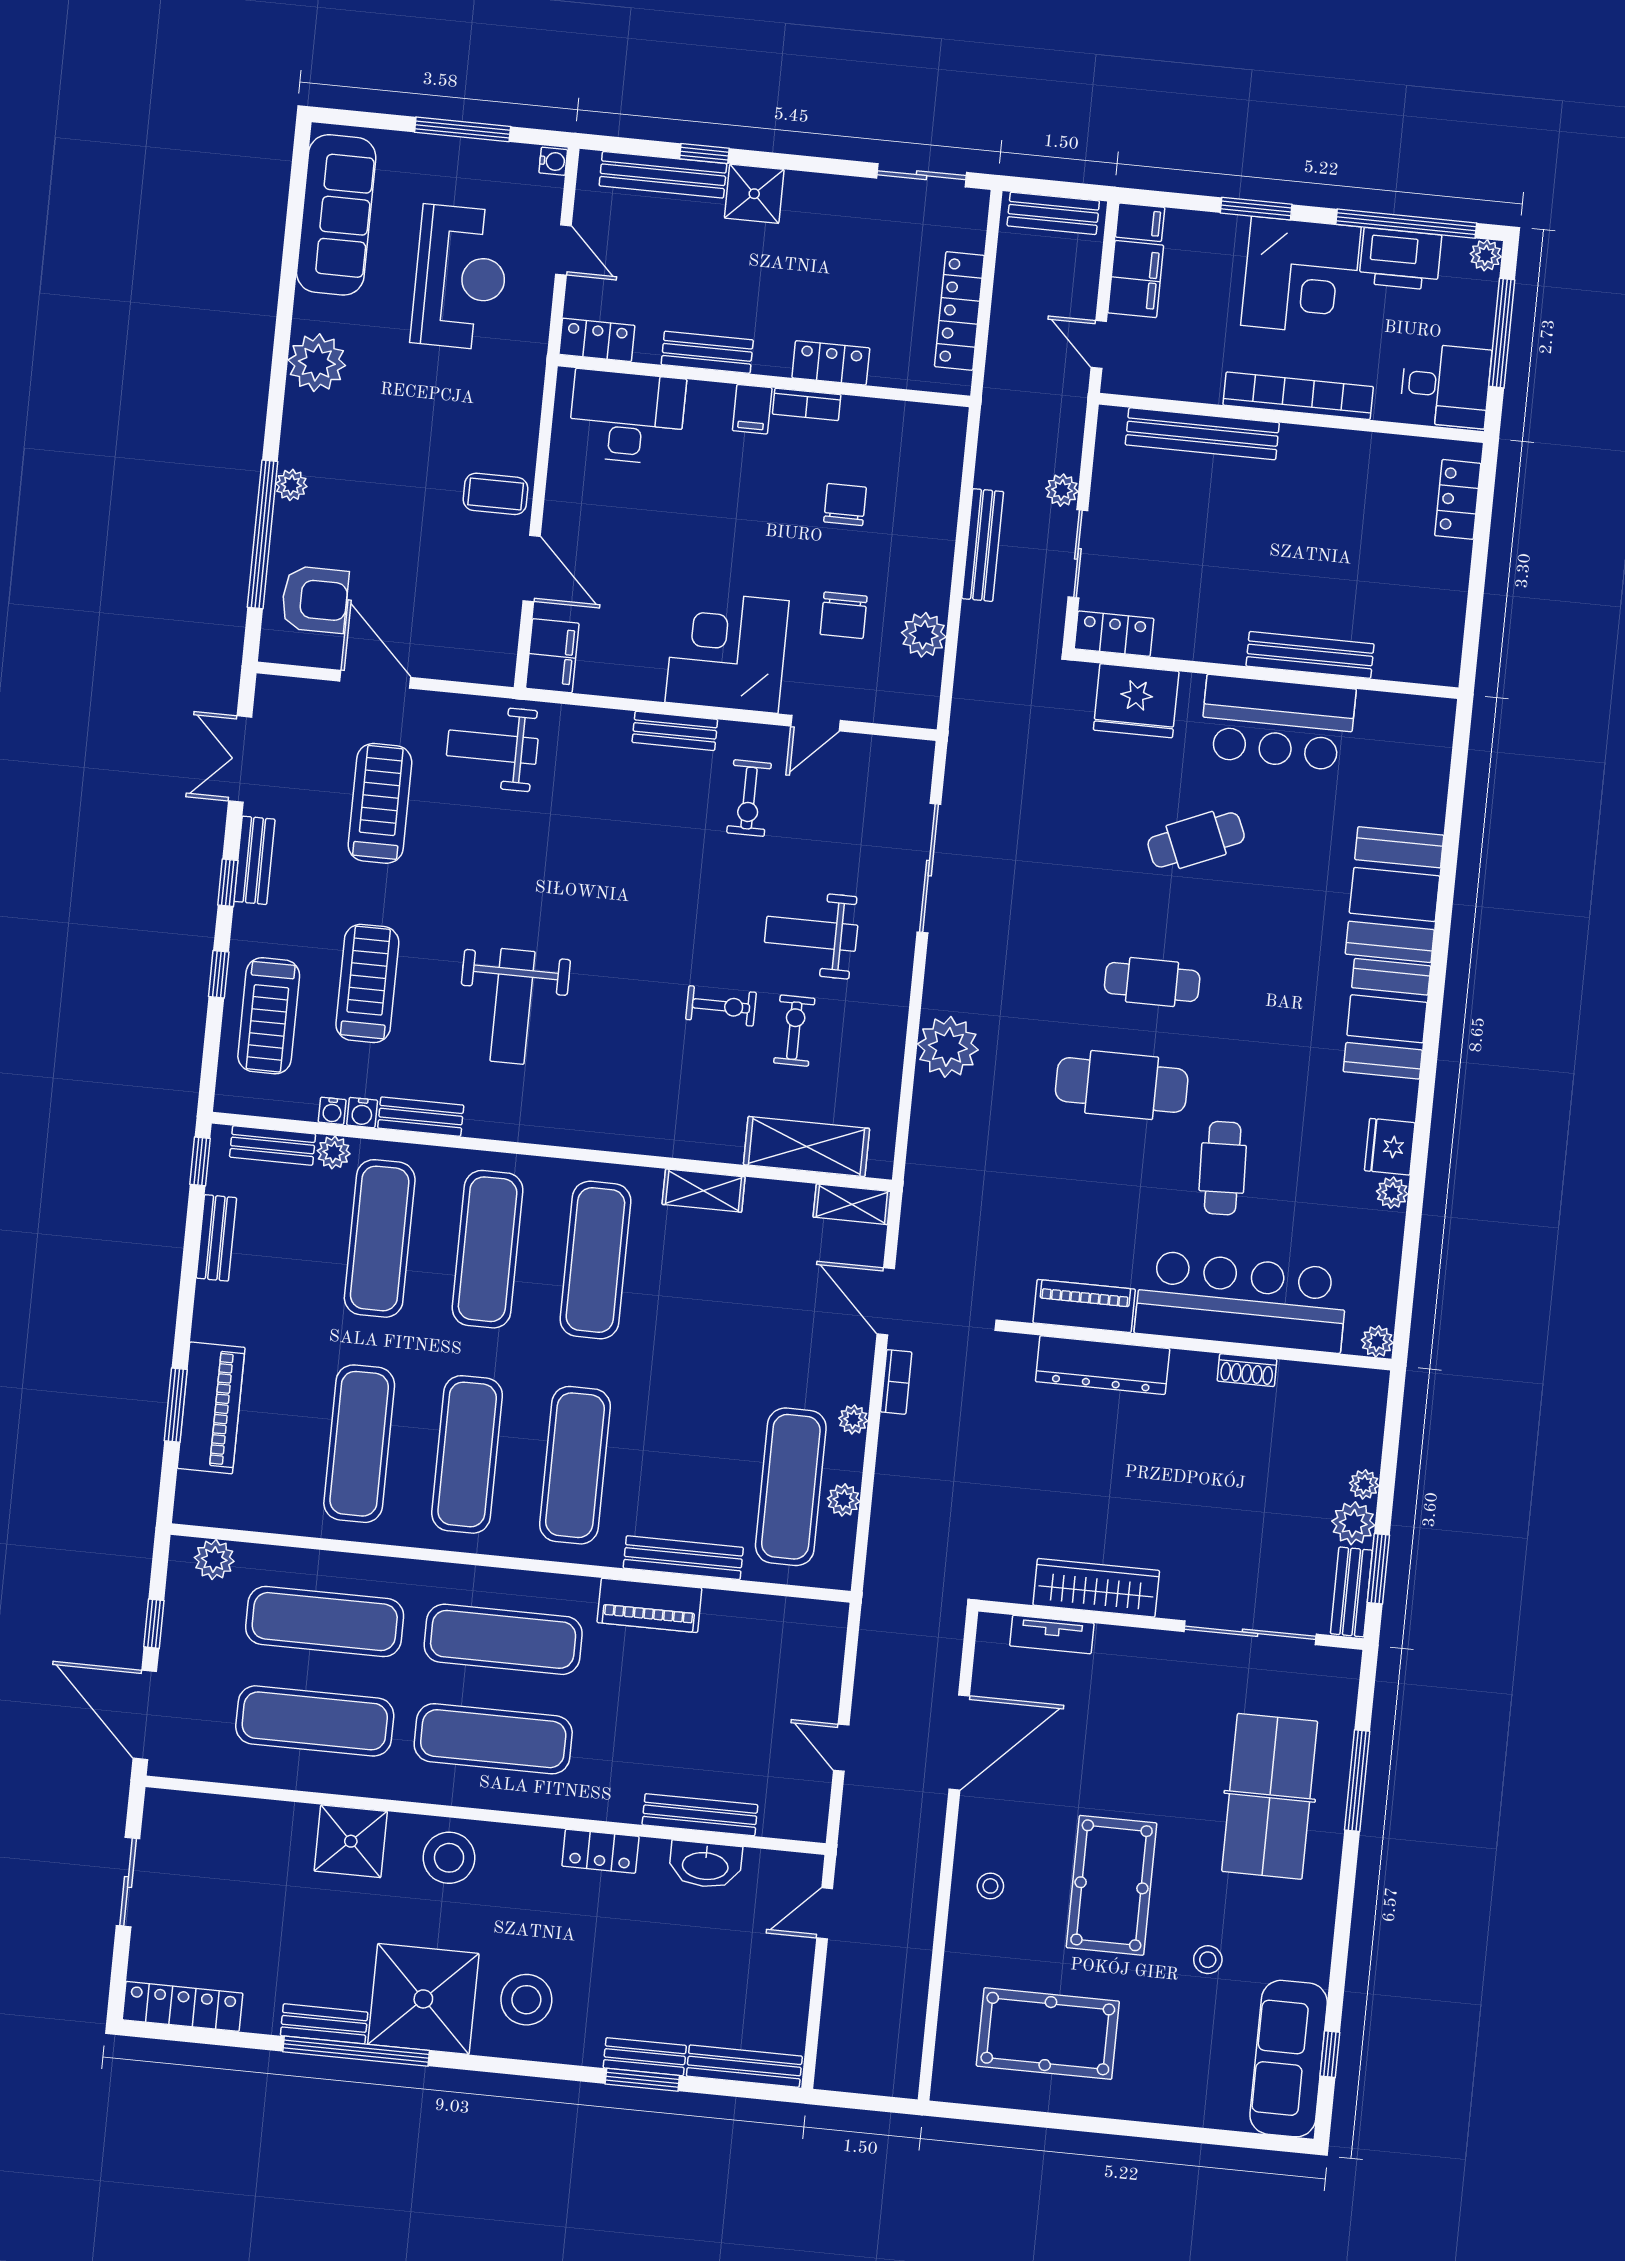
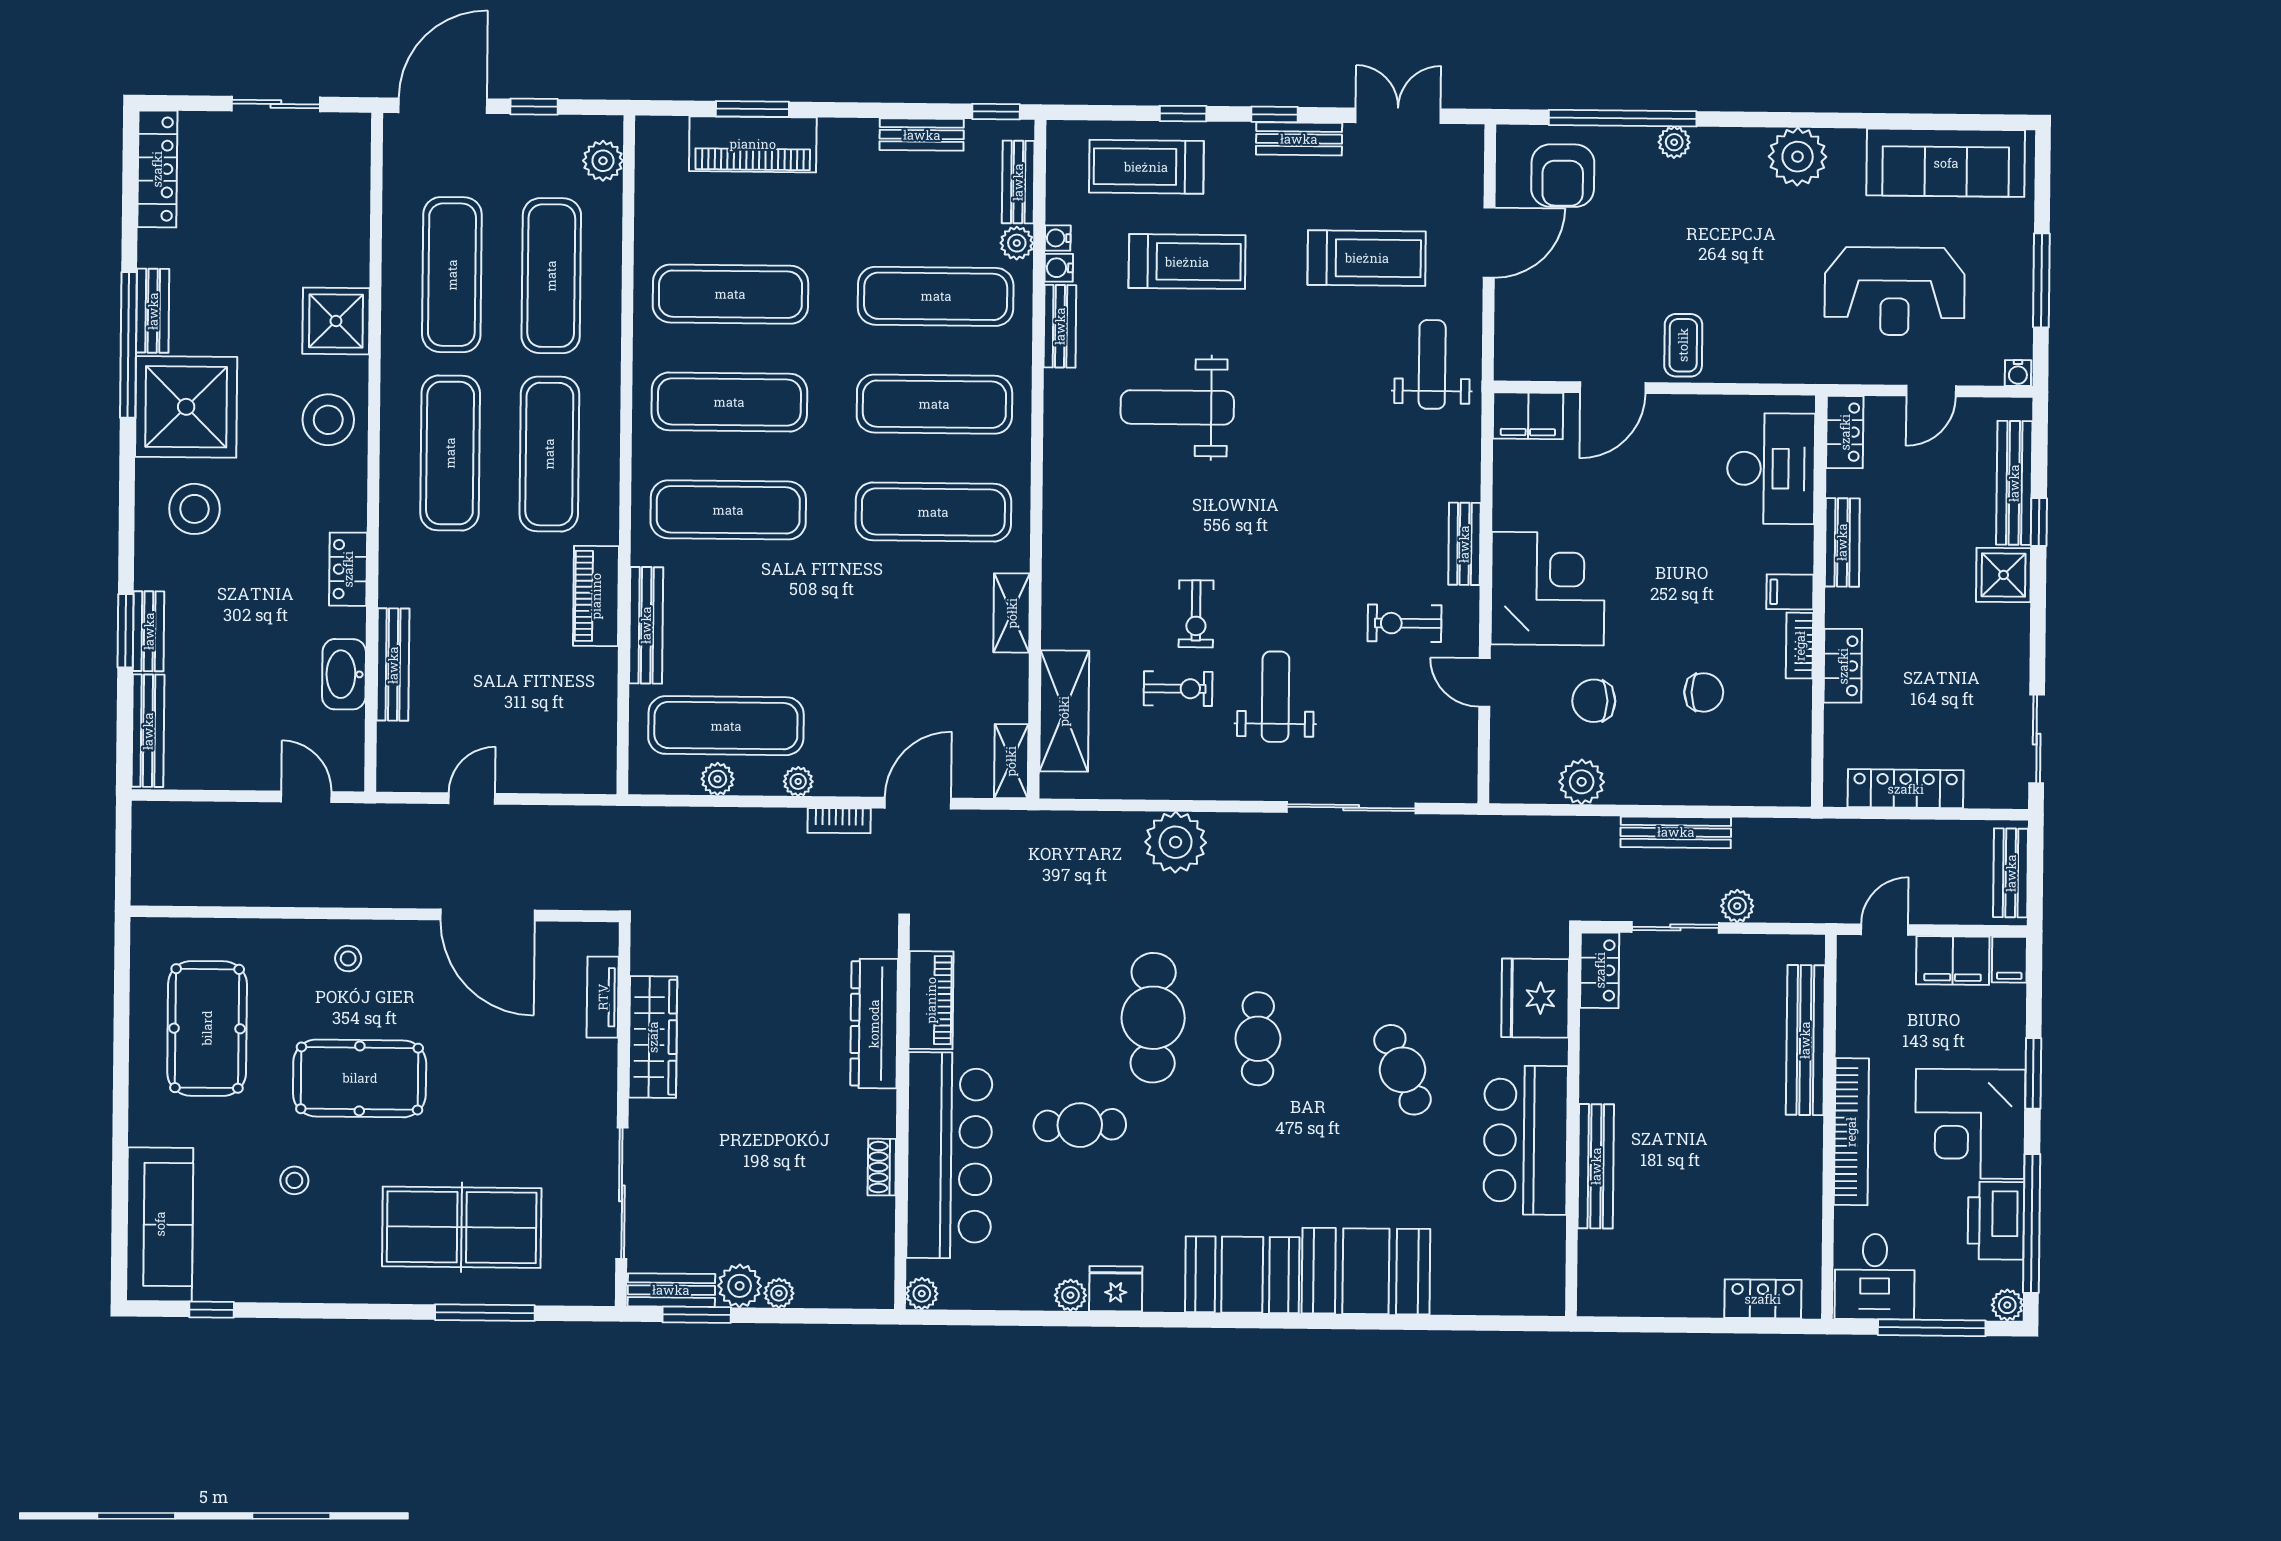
sofa: (1289, 2059) -> (160, 1224), moved, turned 90

